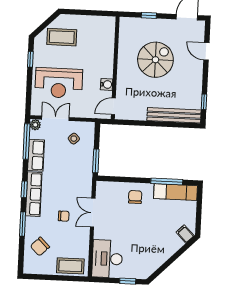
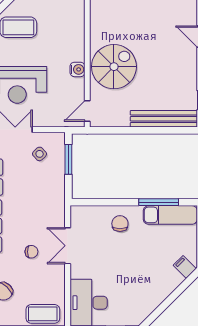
spiral stairs: (155, 60) -> (114, 67), moved
water cooler: (107, 84) -> (77, 69), moved
window: (96, 161) -> (68, 159), moved

